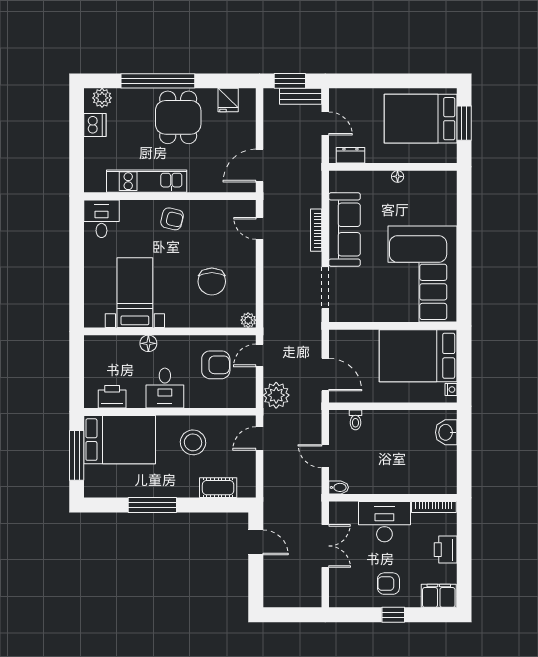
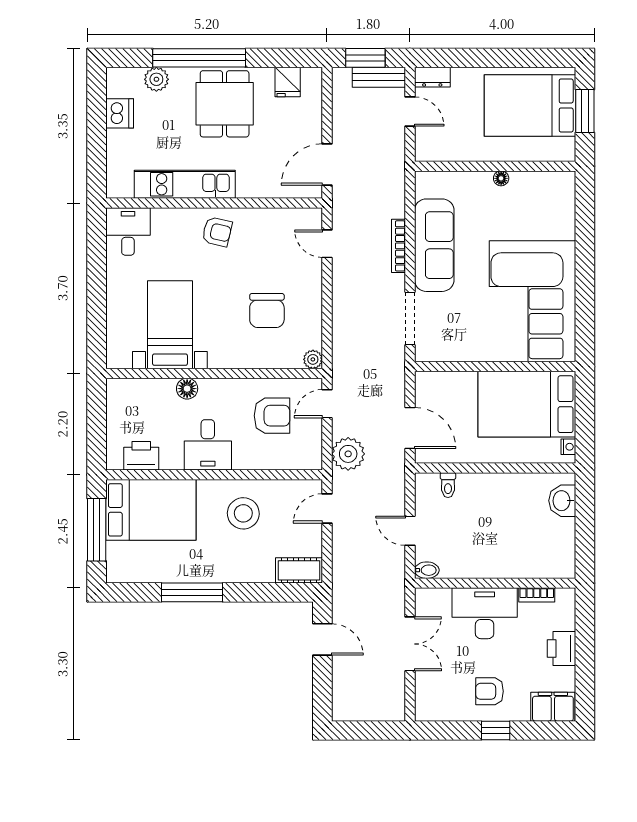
plant: (102, 98) -> (156, 79), moved
dresser: (350, 155) -> (432, 77), moved, turned 180
cot: (218, 488) -> (299, 570), moved
bookcase: (434, 507) -> (537, 595), width x0.64

